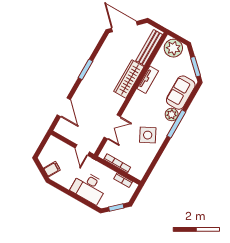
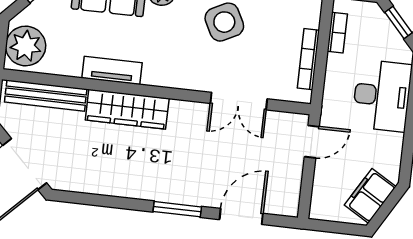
window: (86, 69) -> (177, 209), moved
double door: (112, 127) -> (239, 101), swing flipped
filing cabinet: (52, 169) -> (370, 196), width x2.00

